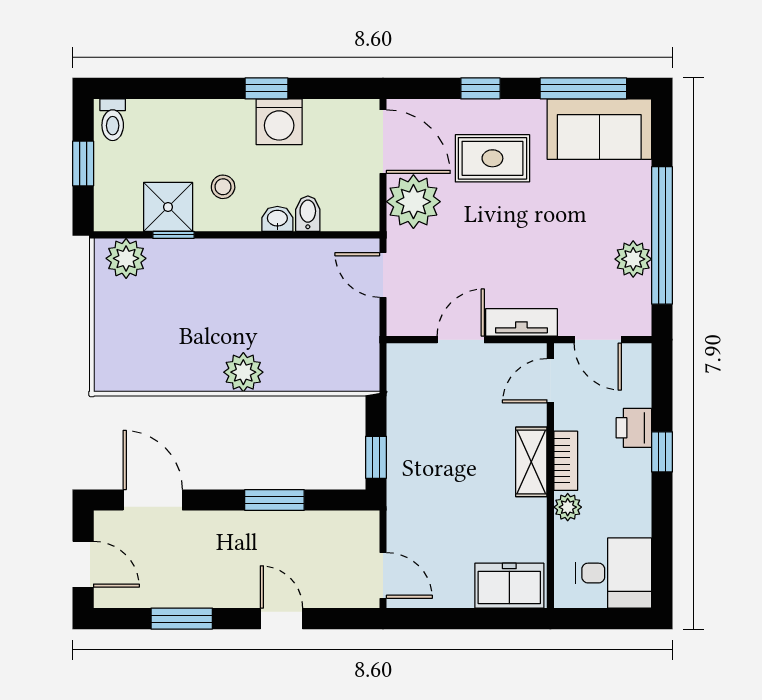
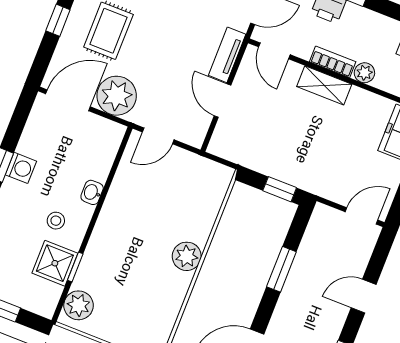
washing machine: (279, 122) -> (21, 168), width x0.73, depth x0.73
bidet: (308, 214) -> (97, 170), removed

